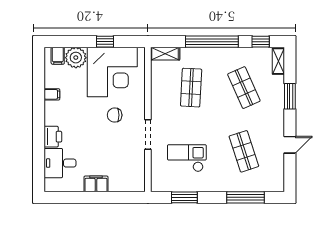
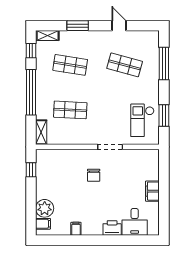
window: (105, 42) -> (31, 170), moved
corner desk: (112, 72) -> (57, 177), removed
shop shelf: (244, 88) -> (70, 65), turned 33
shop shelf: (244, 151) -> (125, 65), turned 33
checkout: (187, 158) -> (142, 120), moved

